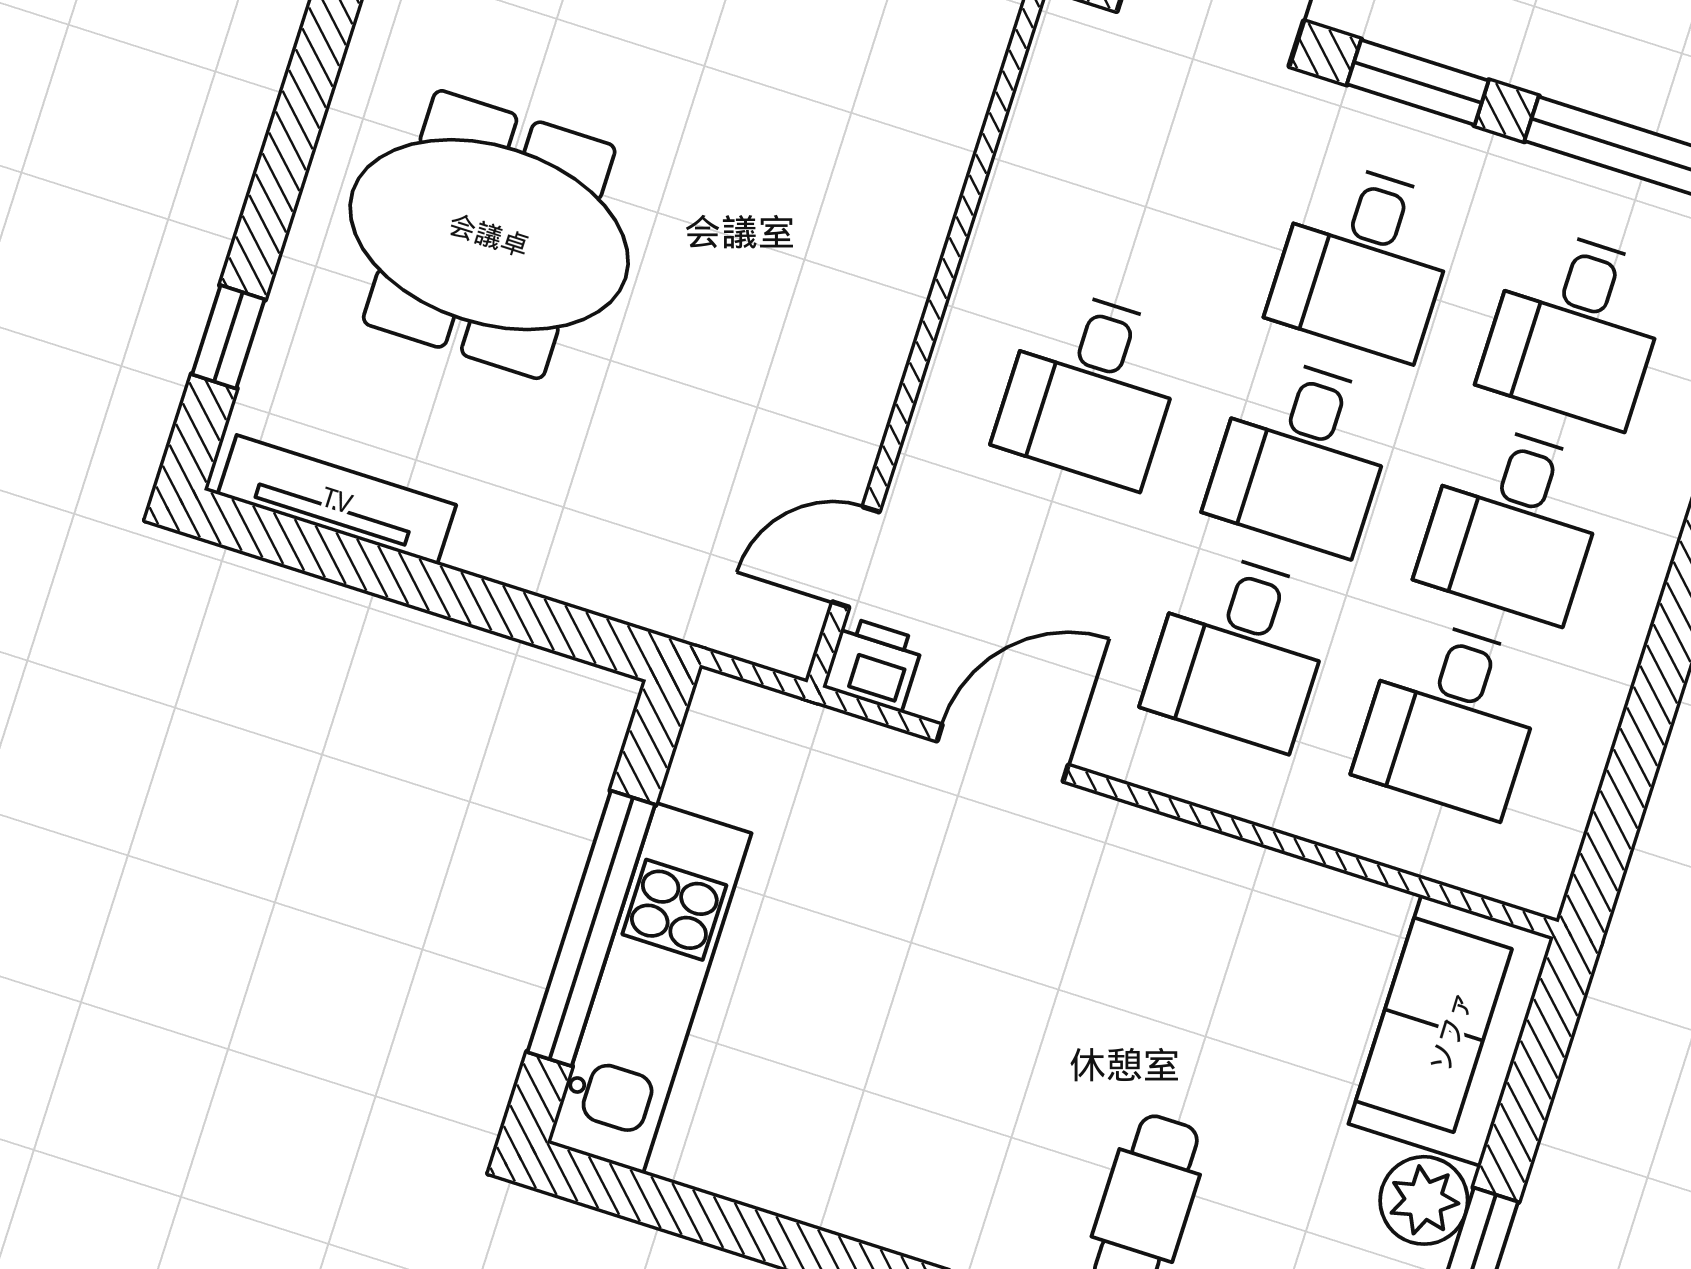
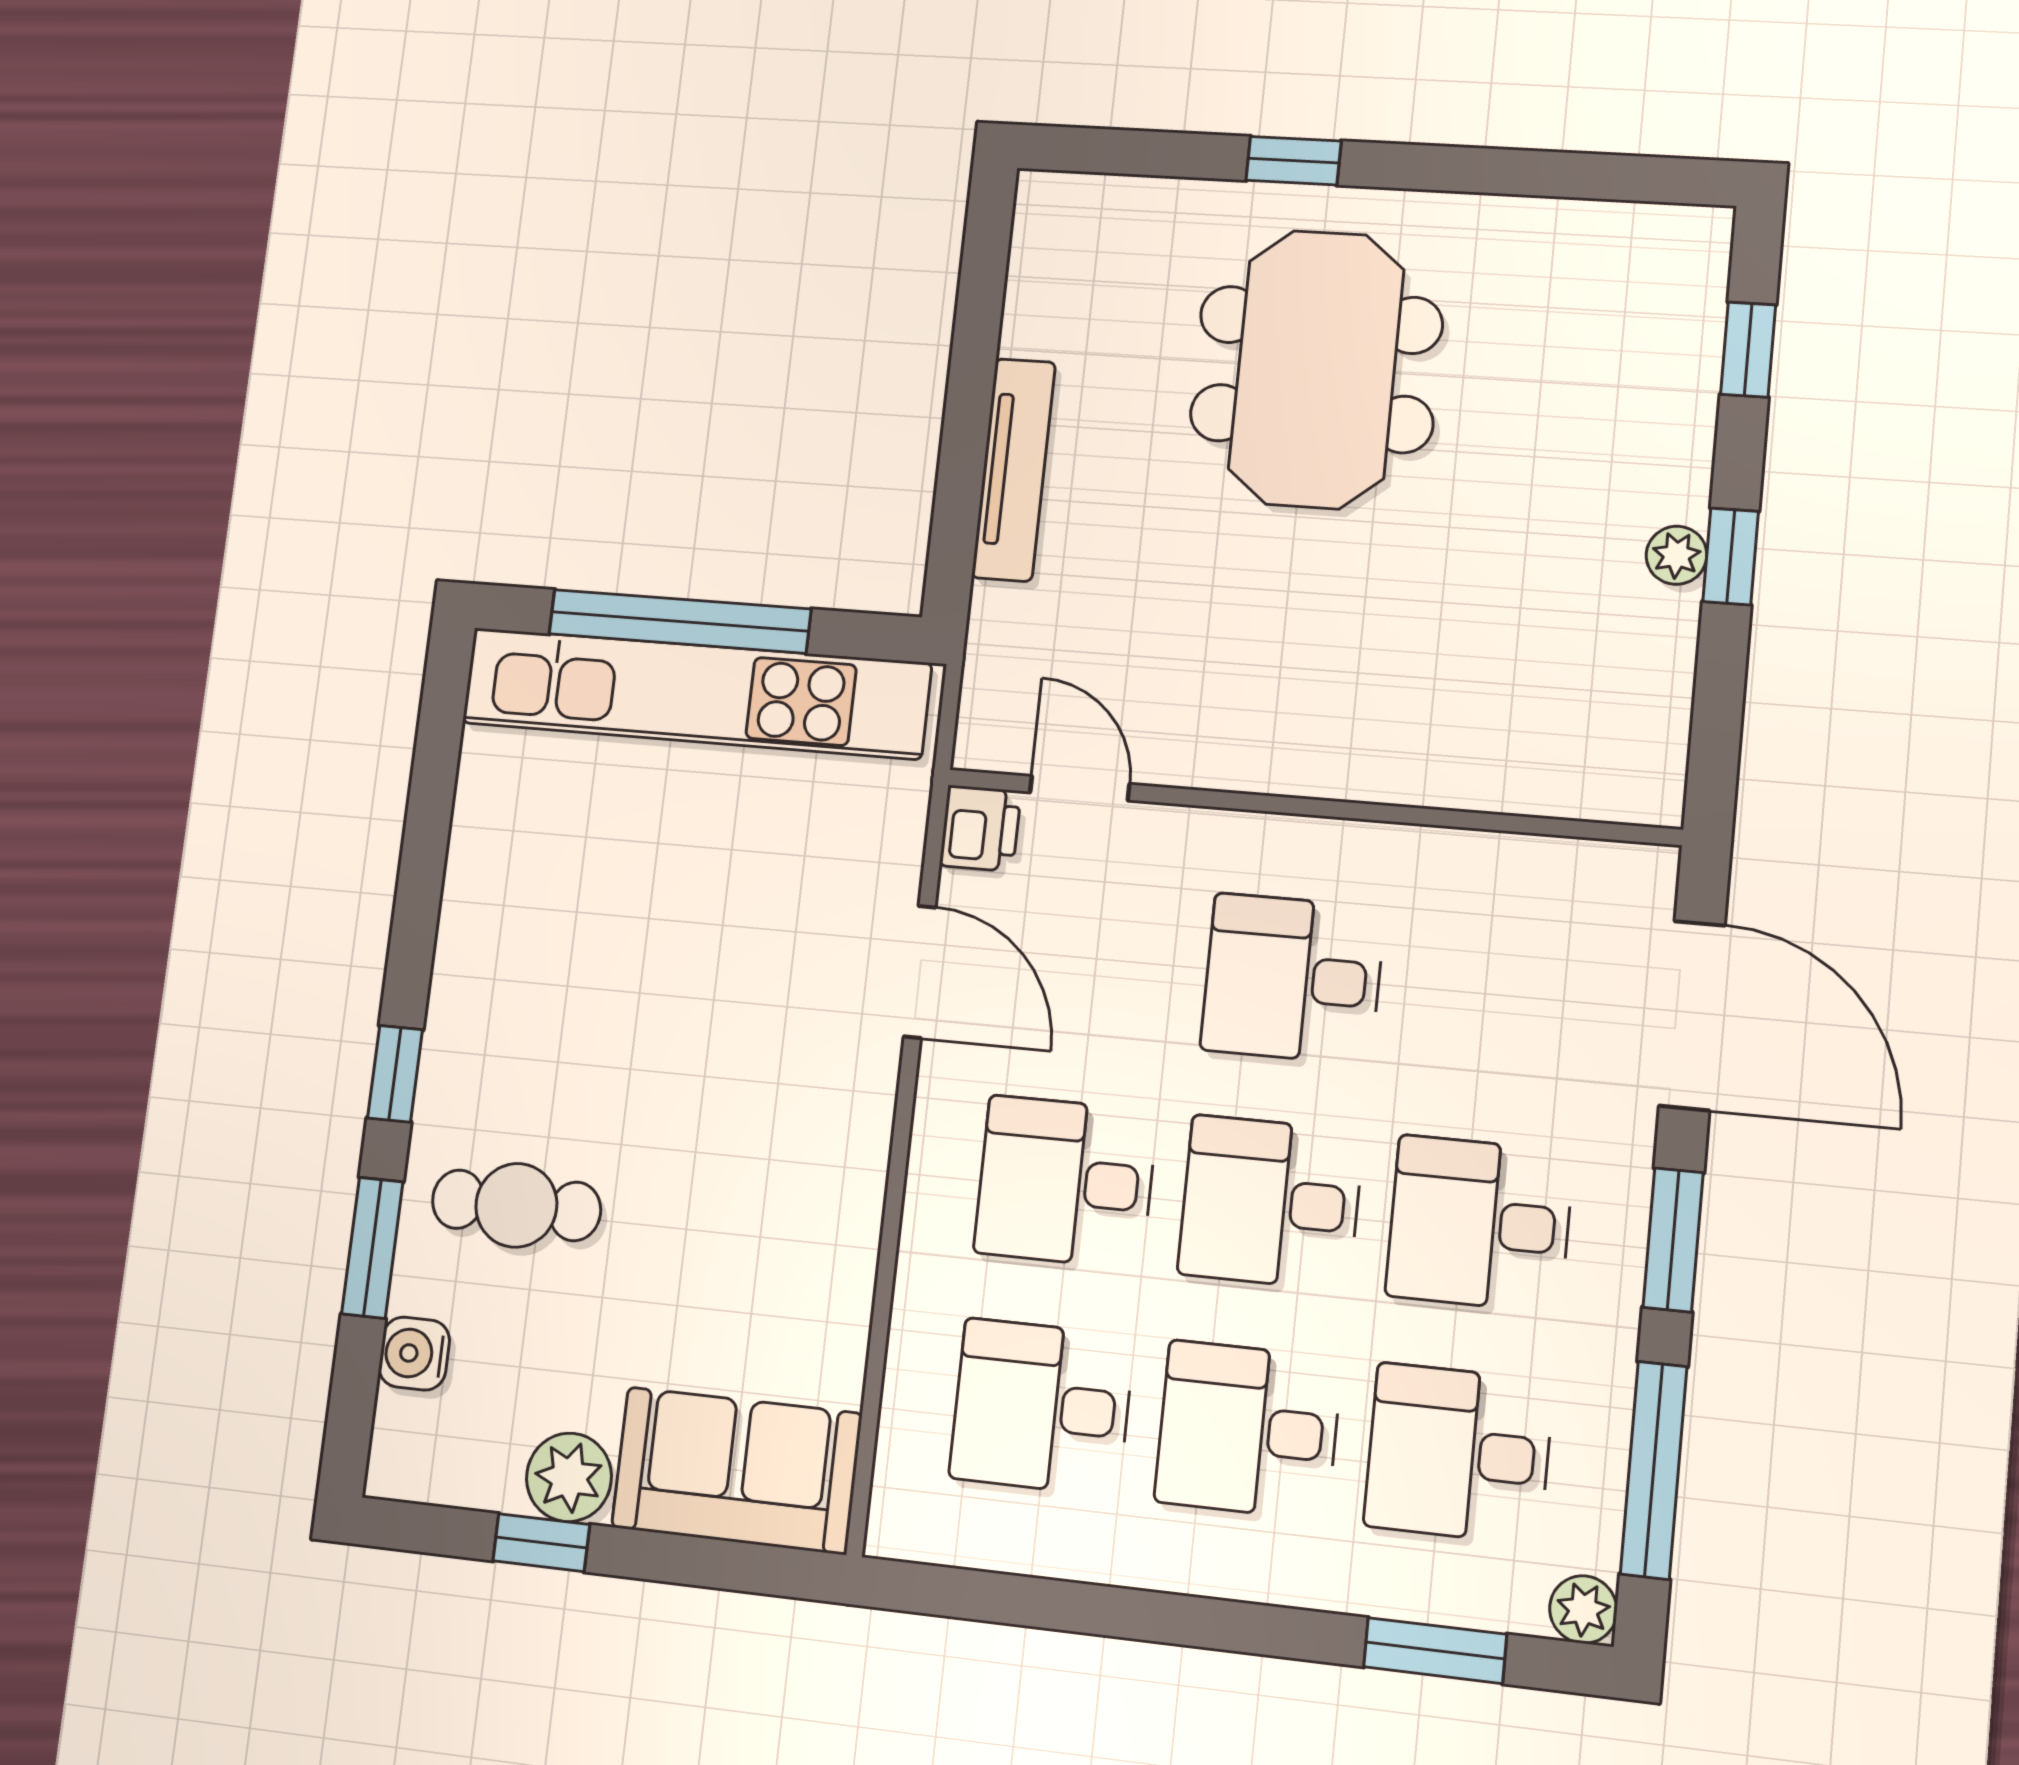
window: (228, 337) -> (1293, 161), moved
tv unit: (337, 500) -> (1014, 470), moved
kitchen unit: (649, 988) -> (695, 693), width x1.36

